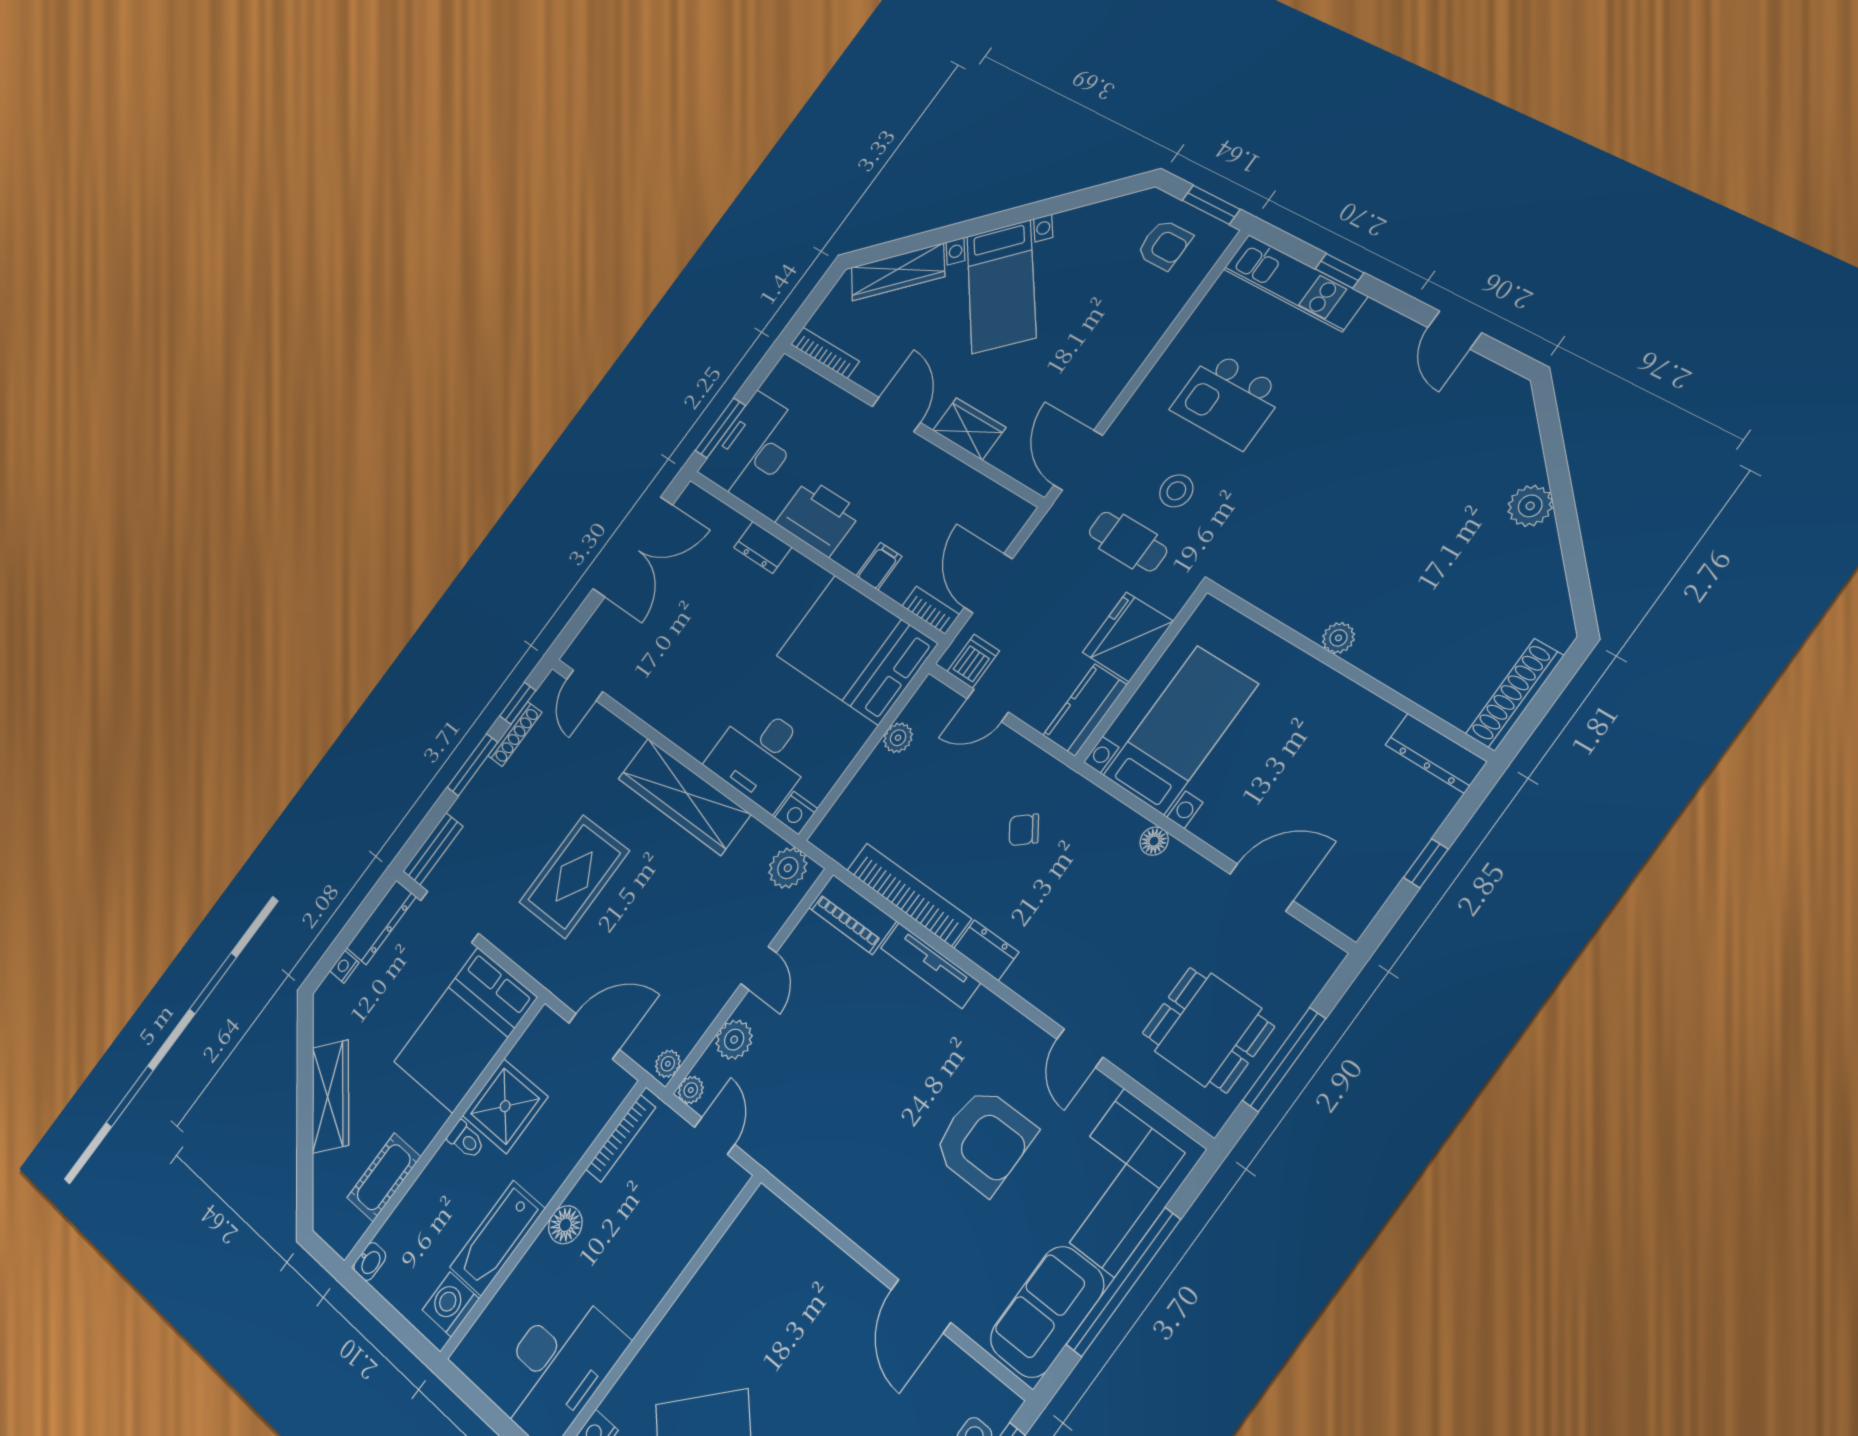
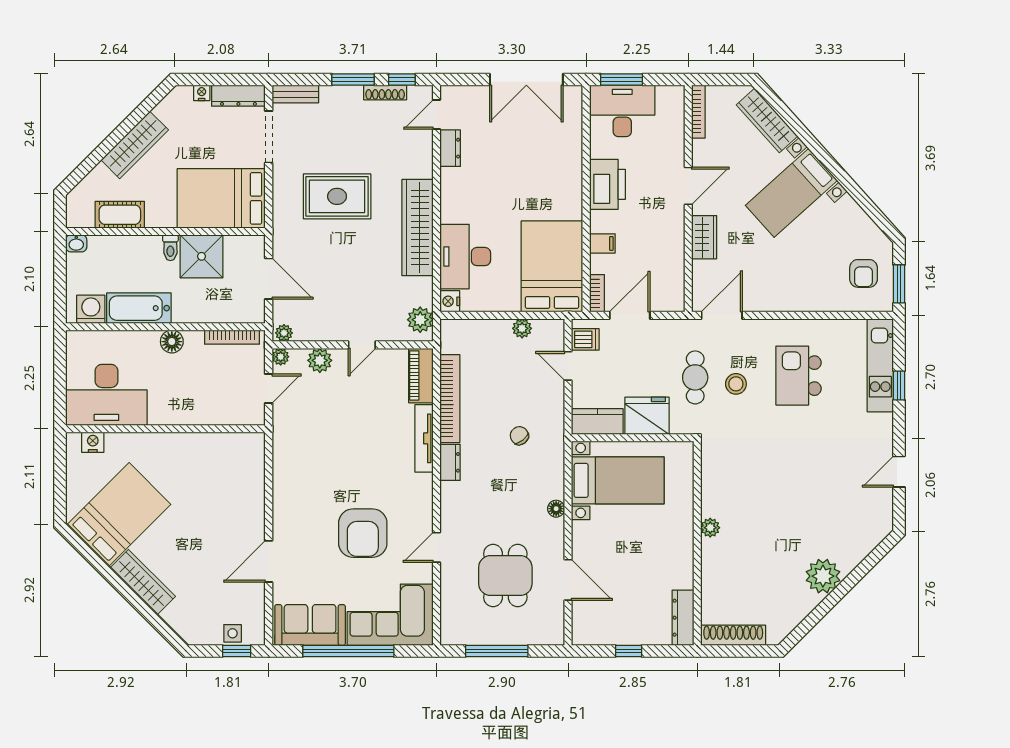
plant: (1530, 506) -> (823, 576), width x1.36, depth x1.36
dresser: (763, 547) -> (450, 148), moved, turned 180
dining table: (1208, 1030) -> (505, 576), moved

